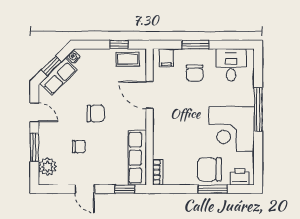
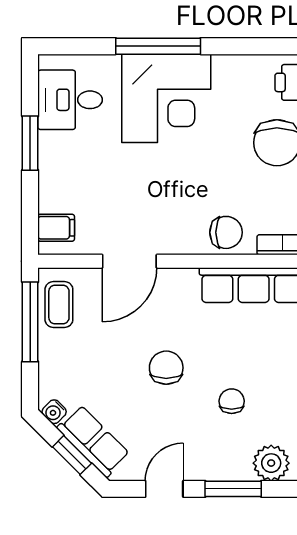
window: (119, 45) -> (30, 322), width x2.17
window: (195, 45) -> (30, 143), moved
chair: (195, 73) -> (226, 232), moved
corner desk: (232, 129) -> (166, 98), moved

